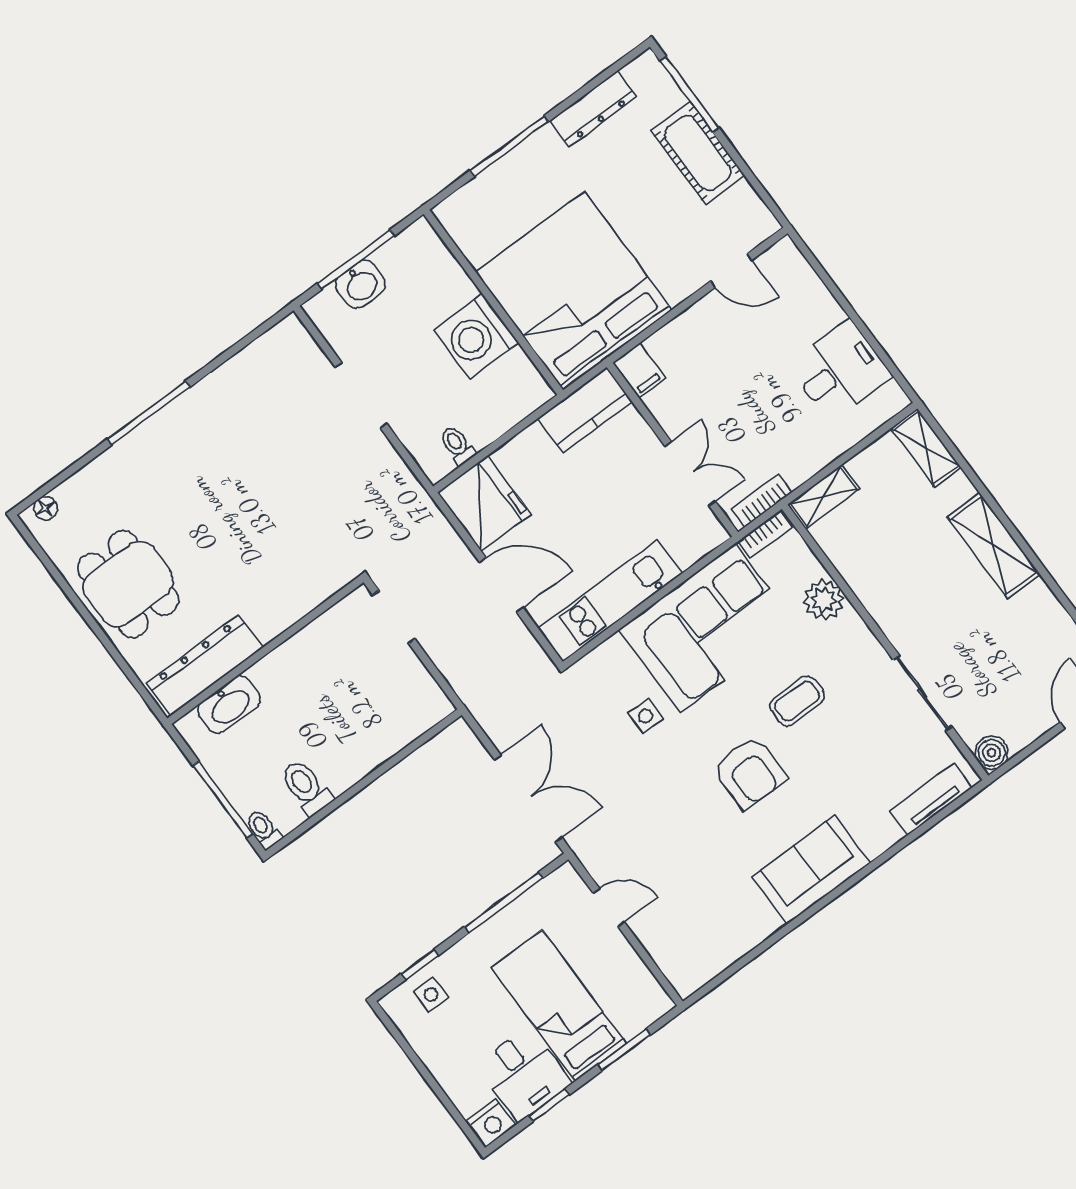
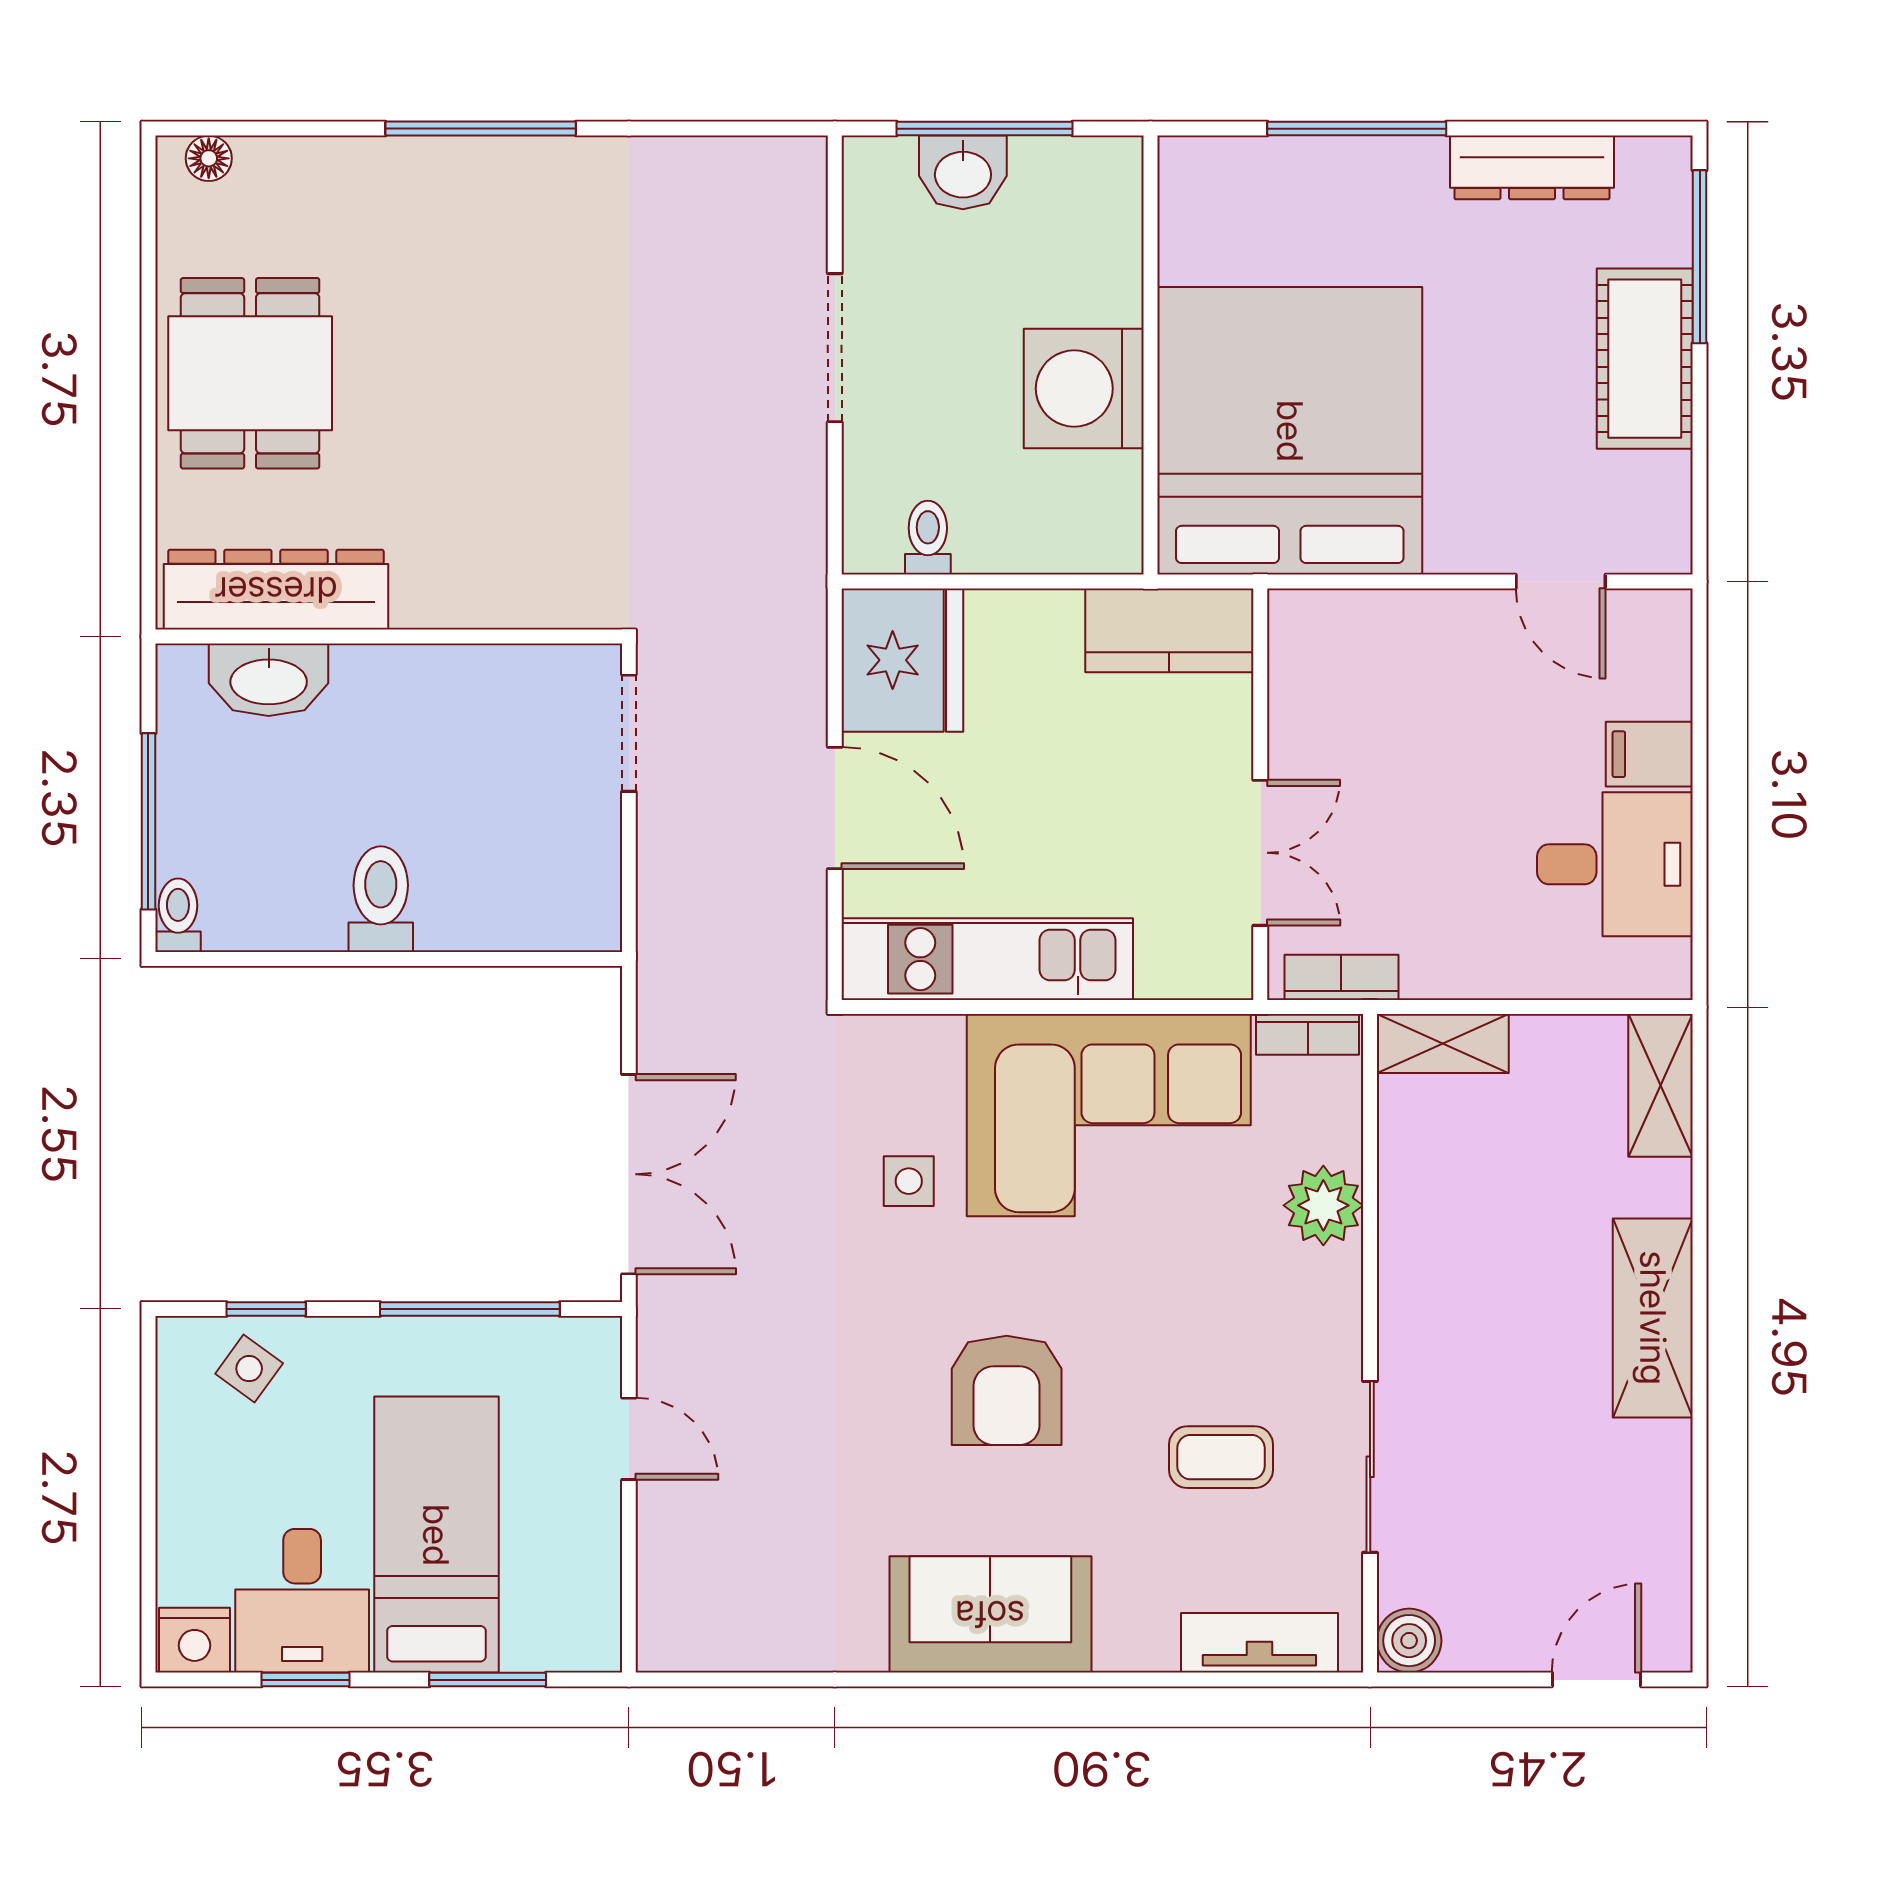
filing cabinet: (639, 371) -> (1649, 754), moved, turned 90
coffee table: (797, 701) -> (1221, 1457), moved
toilet: (306, 788) -> (381, 899), moved
side table: (431, 994) -> (249, 1369), turned 36

